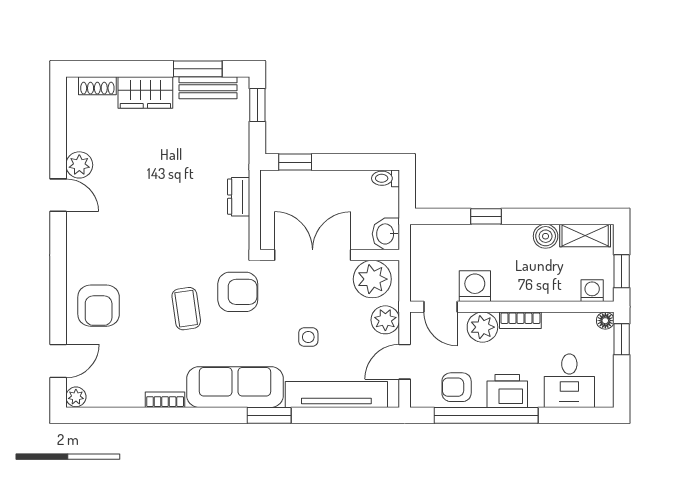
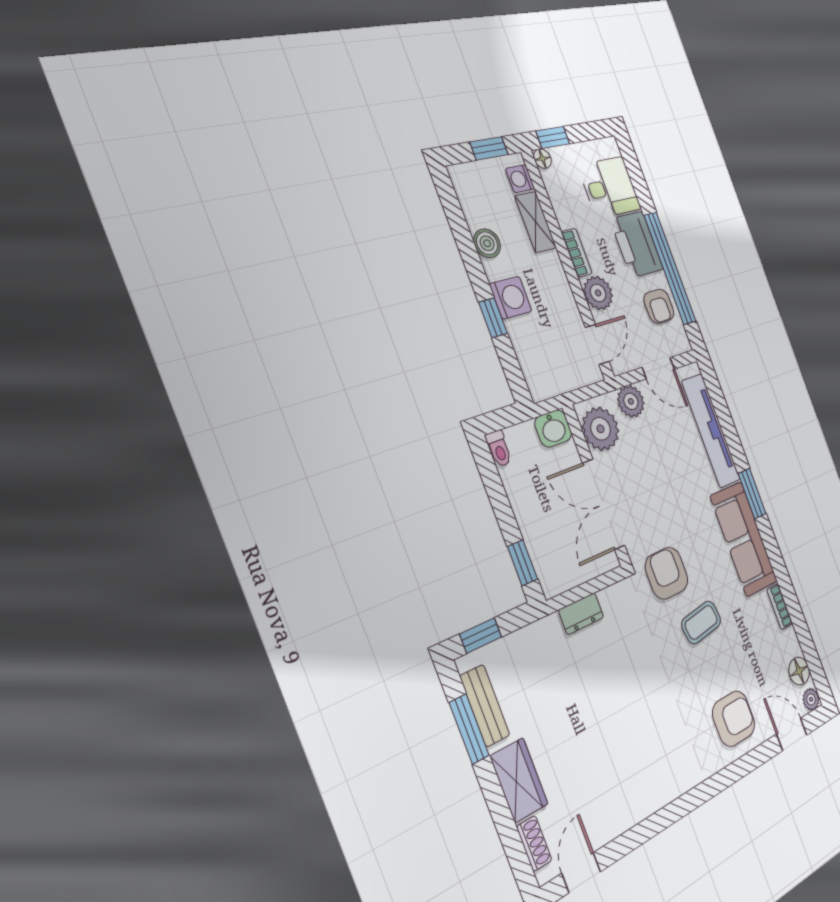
plant: (79, 165) -> (620, 816), removed
door: (58, 195) -> (581, 872), moved
shelving: (585, 235) -> (536, 222), moved
washing machine: (475, 286) -> (511, 298), moved, turned 180
side table: (308, 337) -> (676, 479), removed
printer: (507, 391) -> (637, 244), width x1.37, depth x1.19
floor lamp: (104, 395) -> (799, 671), added

